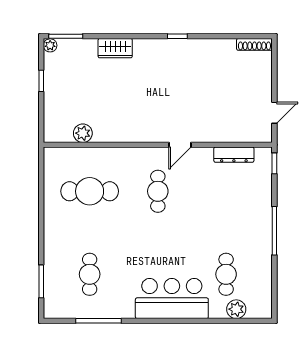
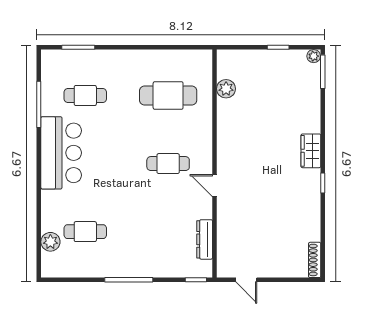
wardrobe: (115, 48) -> (311, 151), moved
cafe table: (90, 191) -> (168, 96), turned 90
bar counter: (172, 299) -> (61, 153), moved

